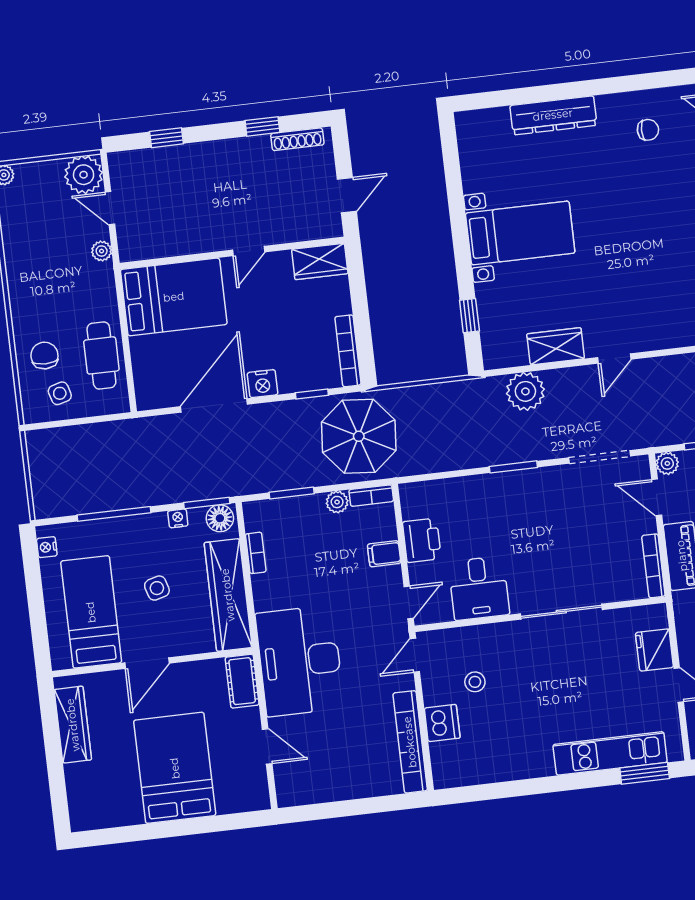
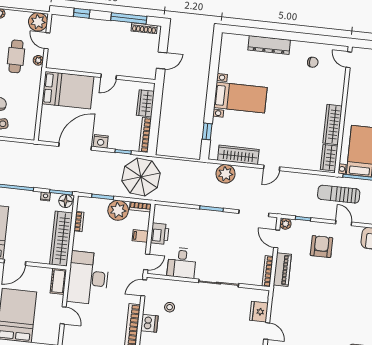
window: (262, 126) -> (129, 18), width x2.17
wardrobe: (320, 261) -> (145, 103), moved, turned 90
wardrobe: (556, 346) -> (238, 155), width x1.50
cafe table: (101, 355) -> (16, 56), moved
plant: (337, 502) -> (118, 210), width x1.87, depth x1.87
side table: (157, 588) -> (28, 227), removed

